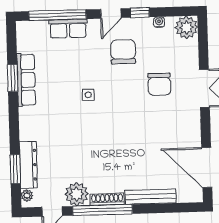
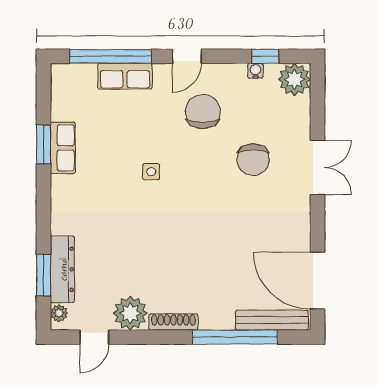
window: (140, 13) -> (265, 56), moved
row of seats: (26, 80) -> (63, 148), width x0.68
bench: (150, 197) -> (272, 320), moved
window: (102, 210) -> (235, 337), moved

